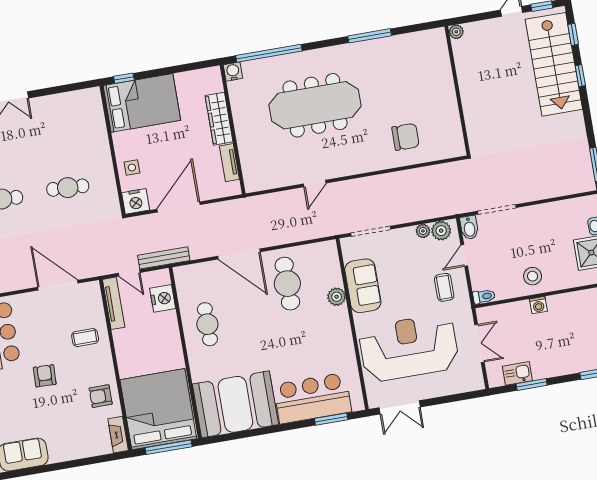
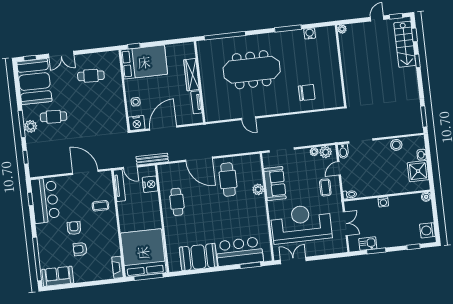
stairs: (554, 64) -> (405, 44), width x0.73, depth x0.66
water cooler: (233, 72) -> (310, 34), moved
door: (315, 183) -> (249, 118), hinge flipped
cafe table: (68, 188) -> (91, 76), moved
stool: (533, 276) -> (396, 145), moved
armchair: (101, 396) -> (80, 249), moved
booth: (235, 404) -> (198, 257), width x0.73, depth x0.70
double door: (400, 407) -> (293, 260), swing flipped

